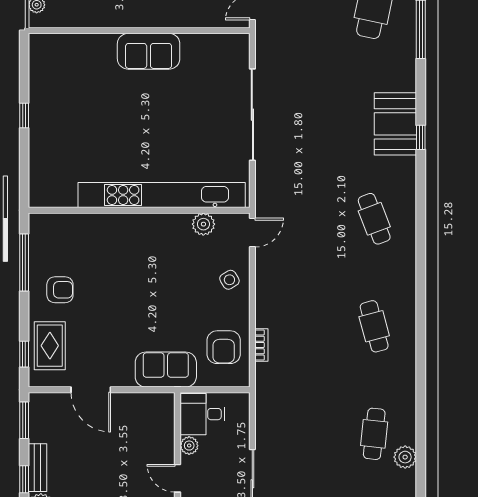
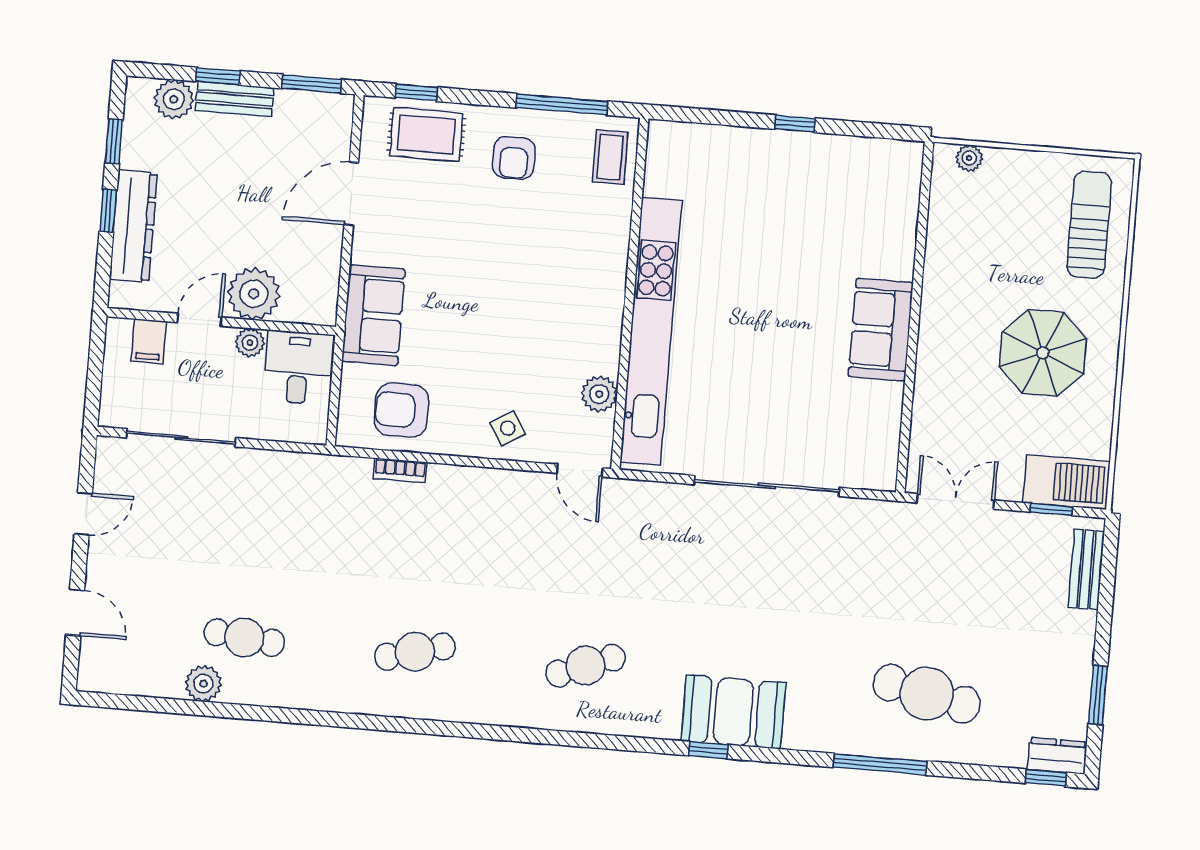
coffee table: (55, 230) -> (610, 157), added
plant: (158, 446) -> (254, 294), added

